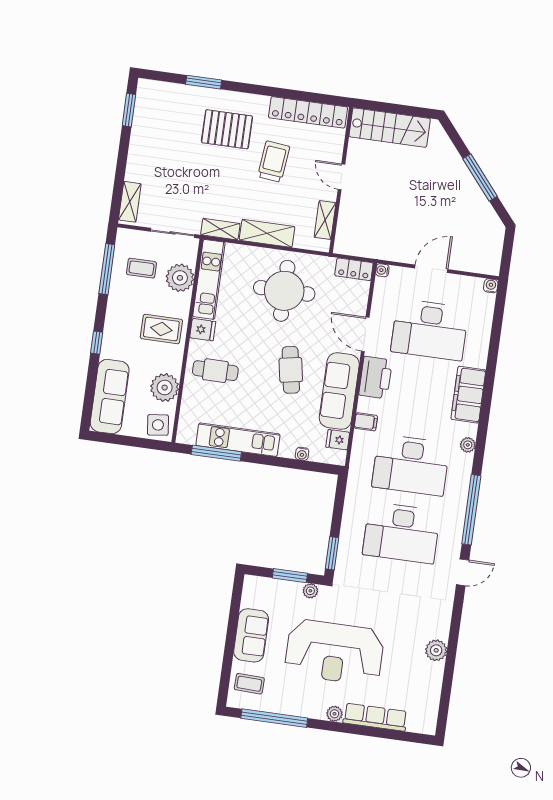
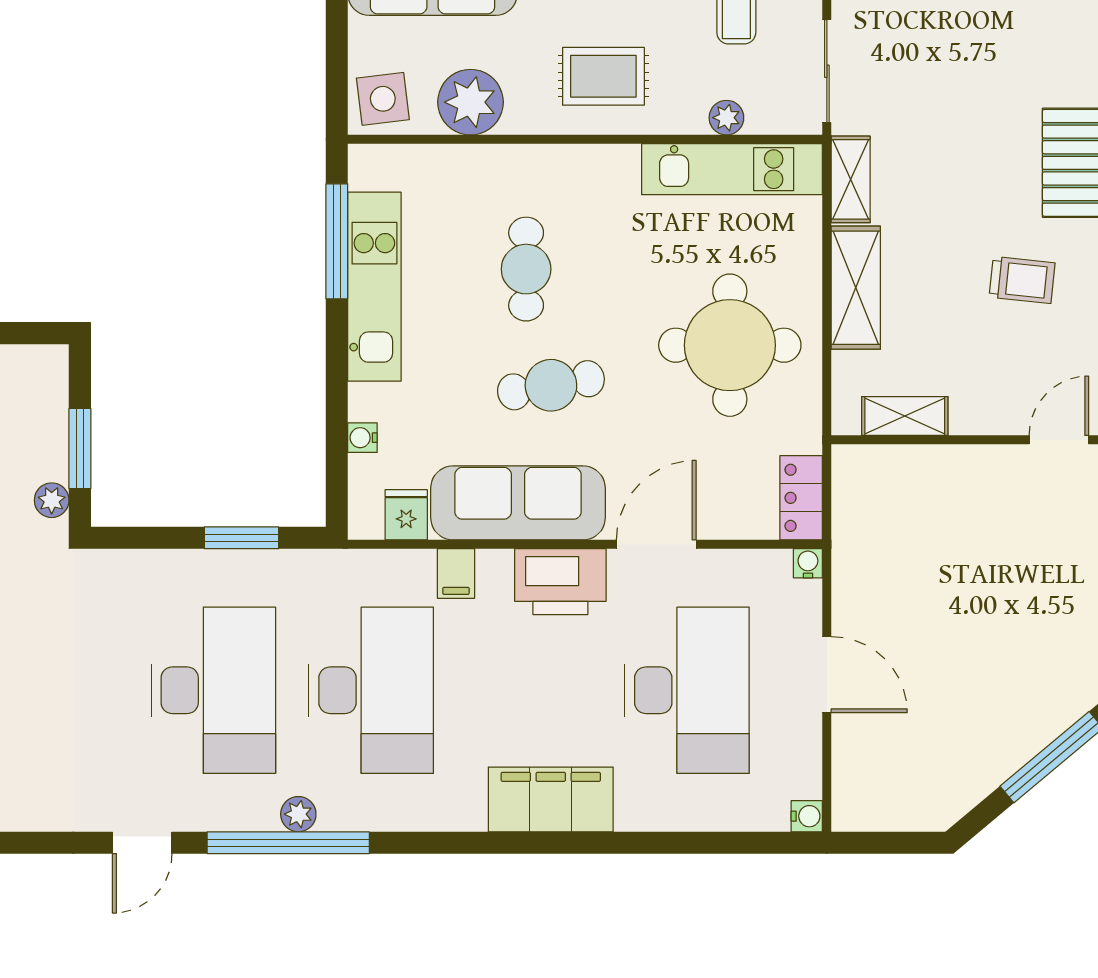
trolley: (274, 162) -> (1022, 280), width x0.73, depth x0.72
door: (341, 177) -> (1059, 440), moved
plant: (180, 278) -> (726, 118), width x0.53, depth x0.53
rug: (161, 329) -> (603, 76), turned 90
fridge: (203, 330) -> (615, 171), removed
desk: (430, 330) -> (687, 690), turned 180
cafe table: (215, 371) -> (526, 269), moved
plant: (468, 445) -> (298, 814), moved
desk: (411, 465) -> (371, 690), turned 180
desk: (401, 533) -> (213, 690), turned 180
window: (332, 553) -> (242, 538), moved
door: (463, 572) -> (142, 843), hinge flipped

